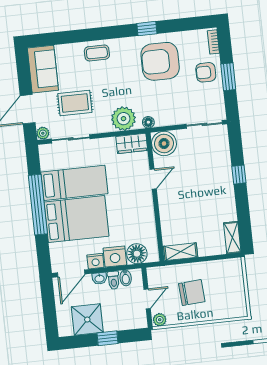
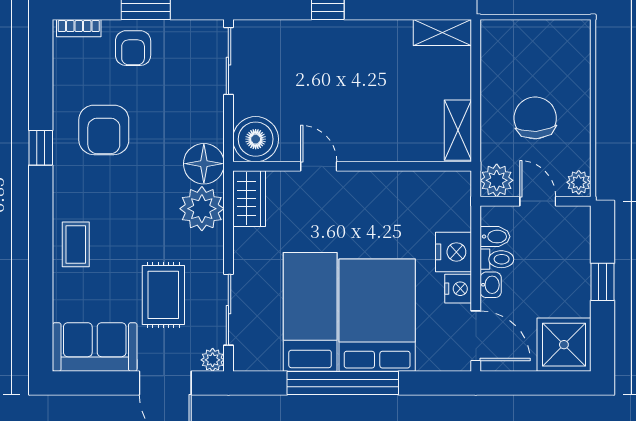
armchair: (160, 61) -> (104, 130), width x0.73, depth x0.73
floor lamp: (148, 122) -> (204, 164), width x1.89, depth x1.89
floor lamp: (137, 254) -> (453, 211), removed
plant: (156, 275) -> (497, 180), added
shower: (87, 320) -> (564, 345), moved

